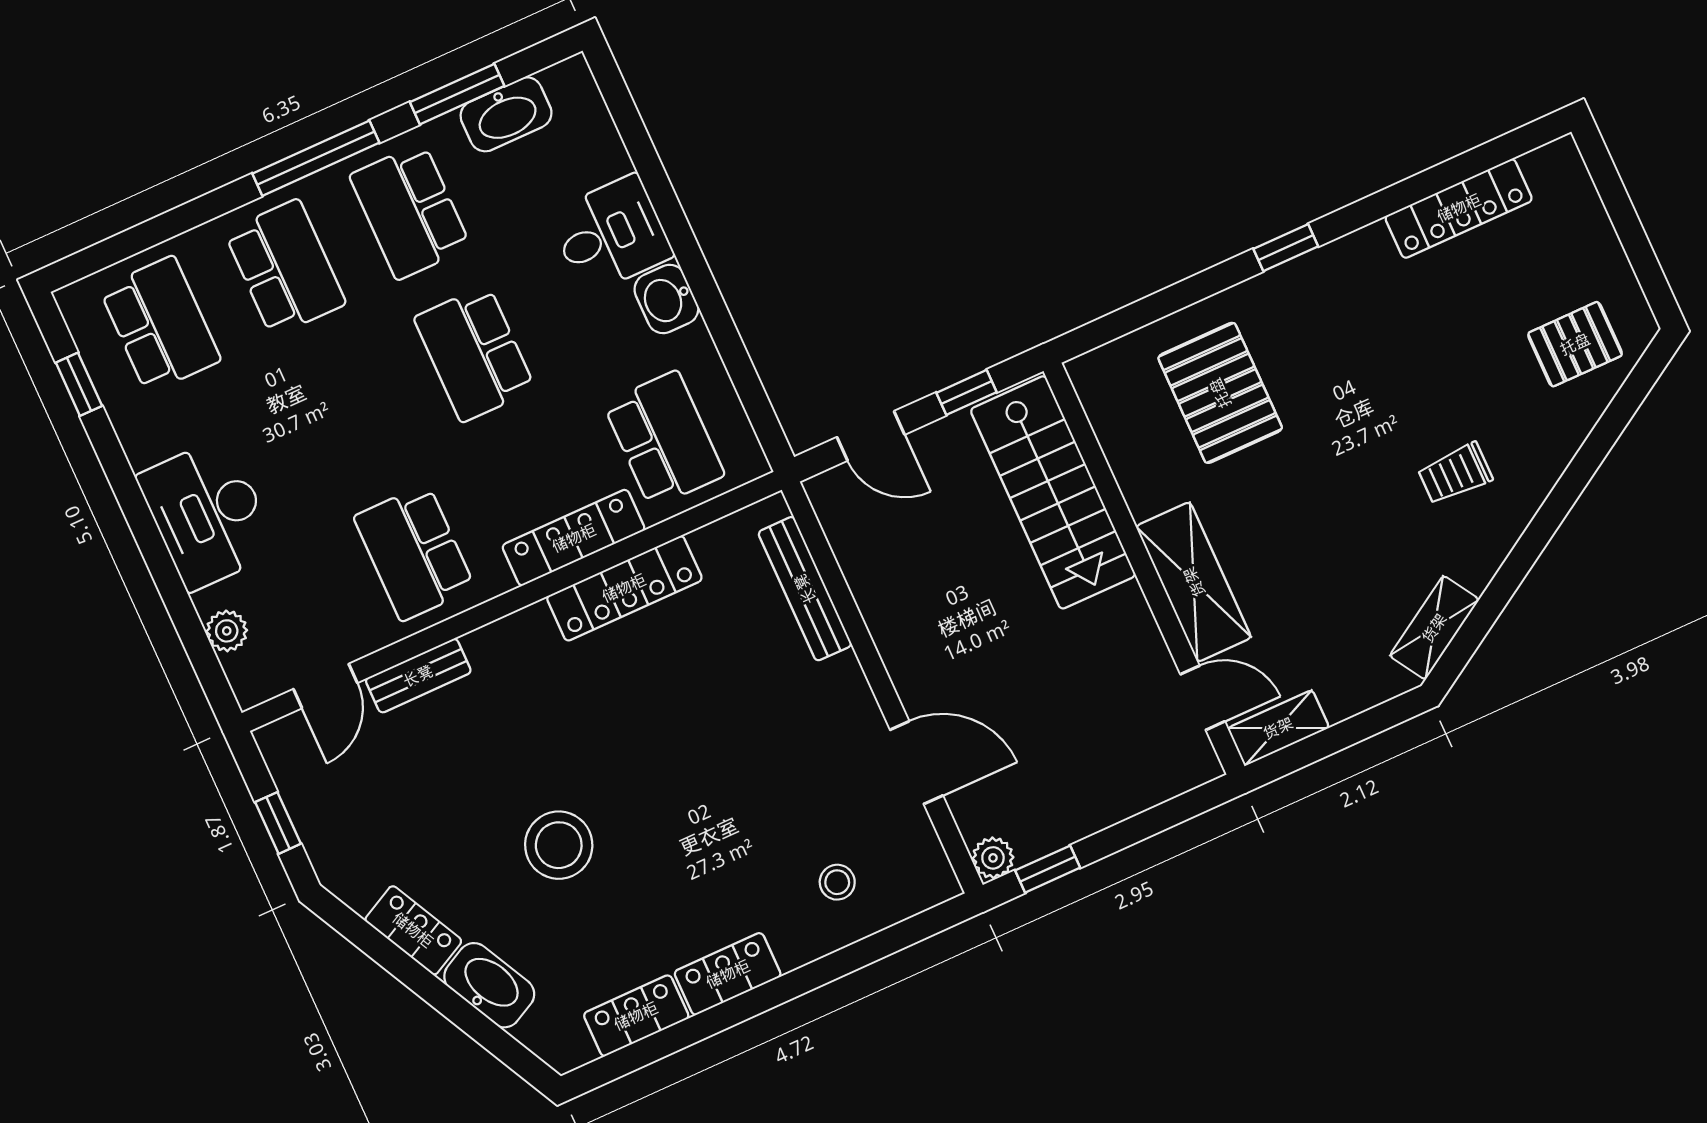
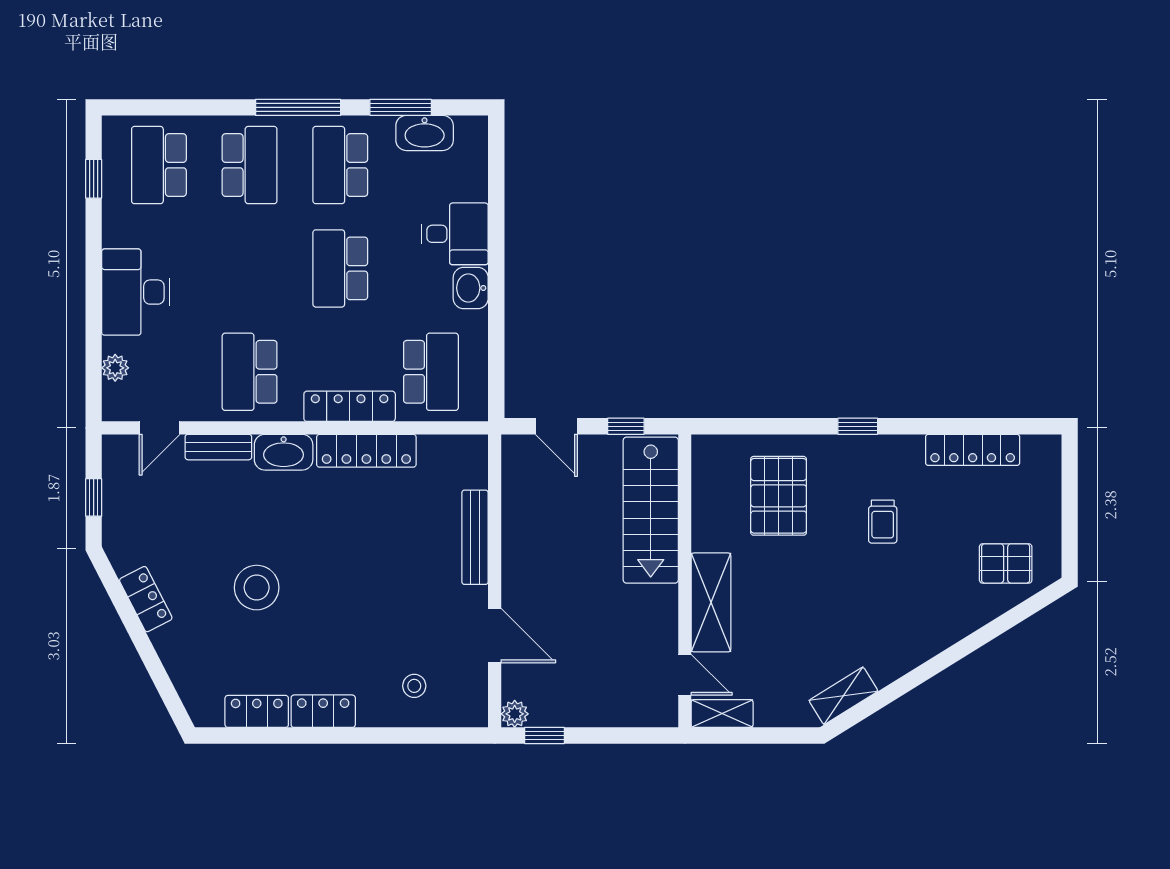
school desk: (160, 324) -> (159, 165), turned 180
trolley: (1455, 474) -> (883, 522), moved, turned -90
bench: (805, 589) -> (475, 537), moved
washbasin: (489, 985) -> (284, 452), moved, turned 117

